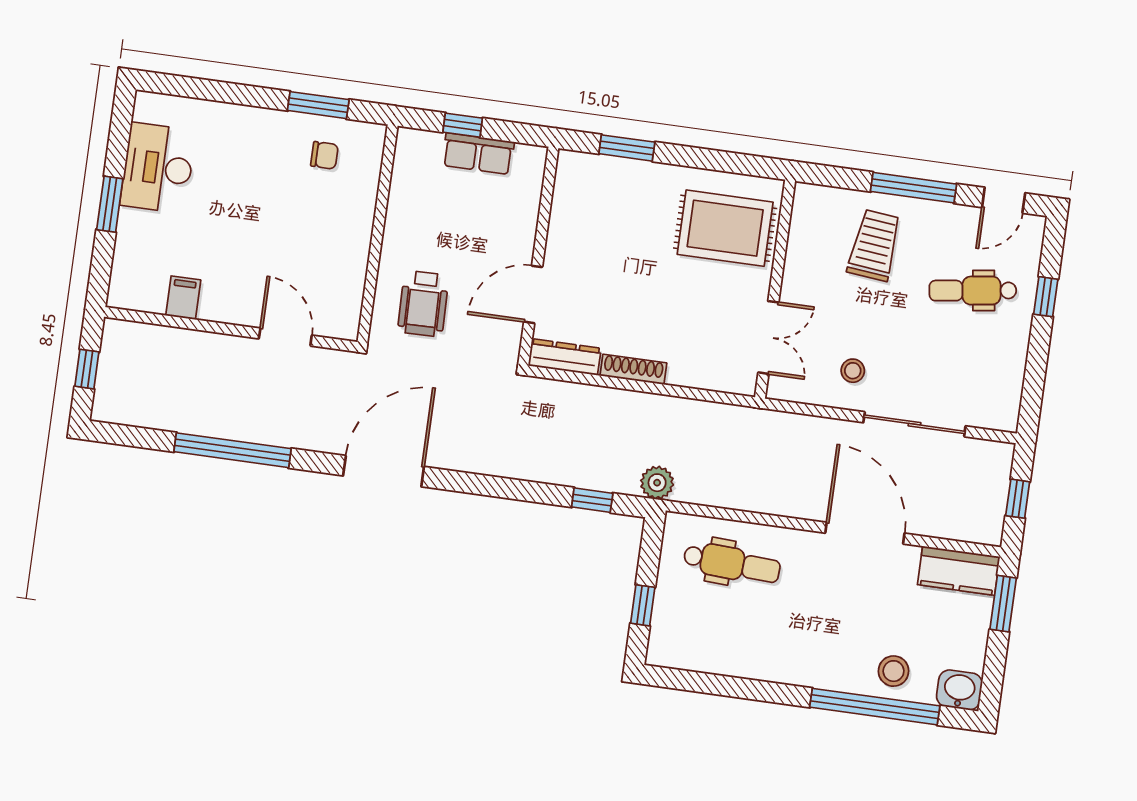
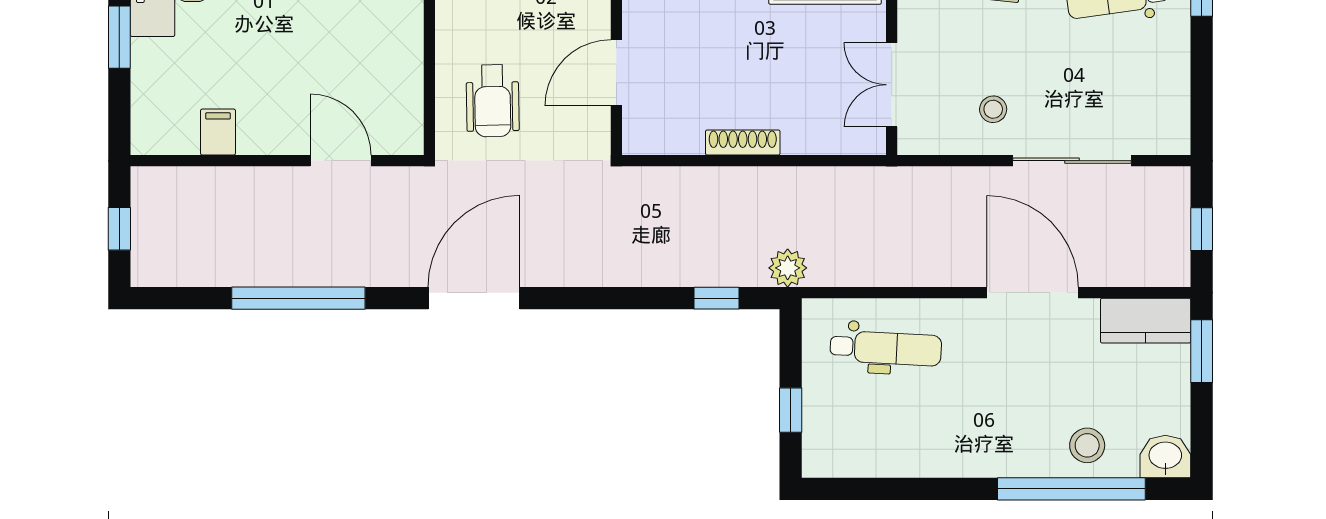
double door: (768, 337) -> (892, 85), swing flipped
dresser: (565, 357) -> (662, 139), removed

